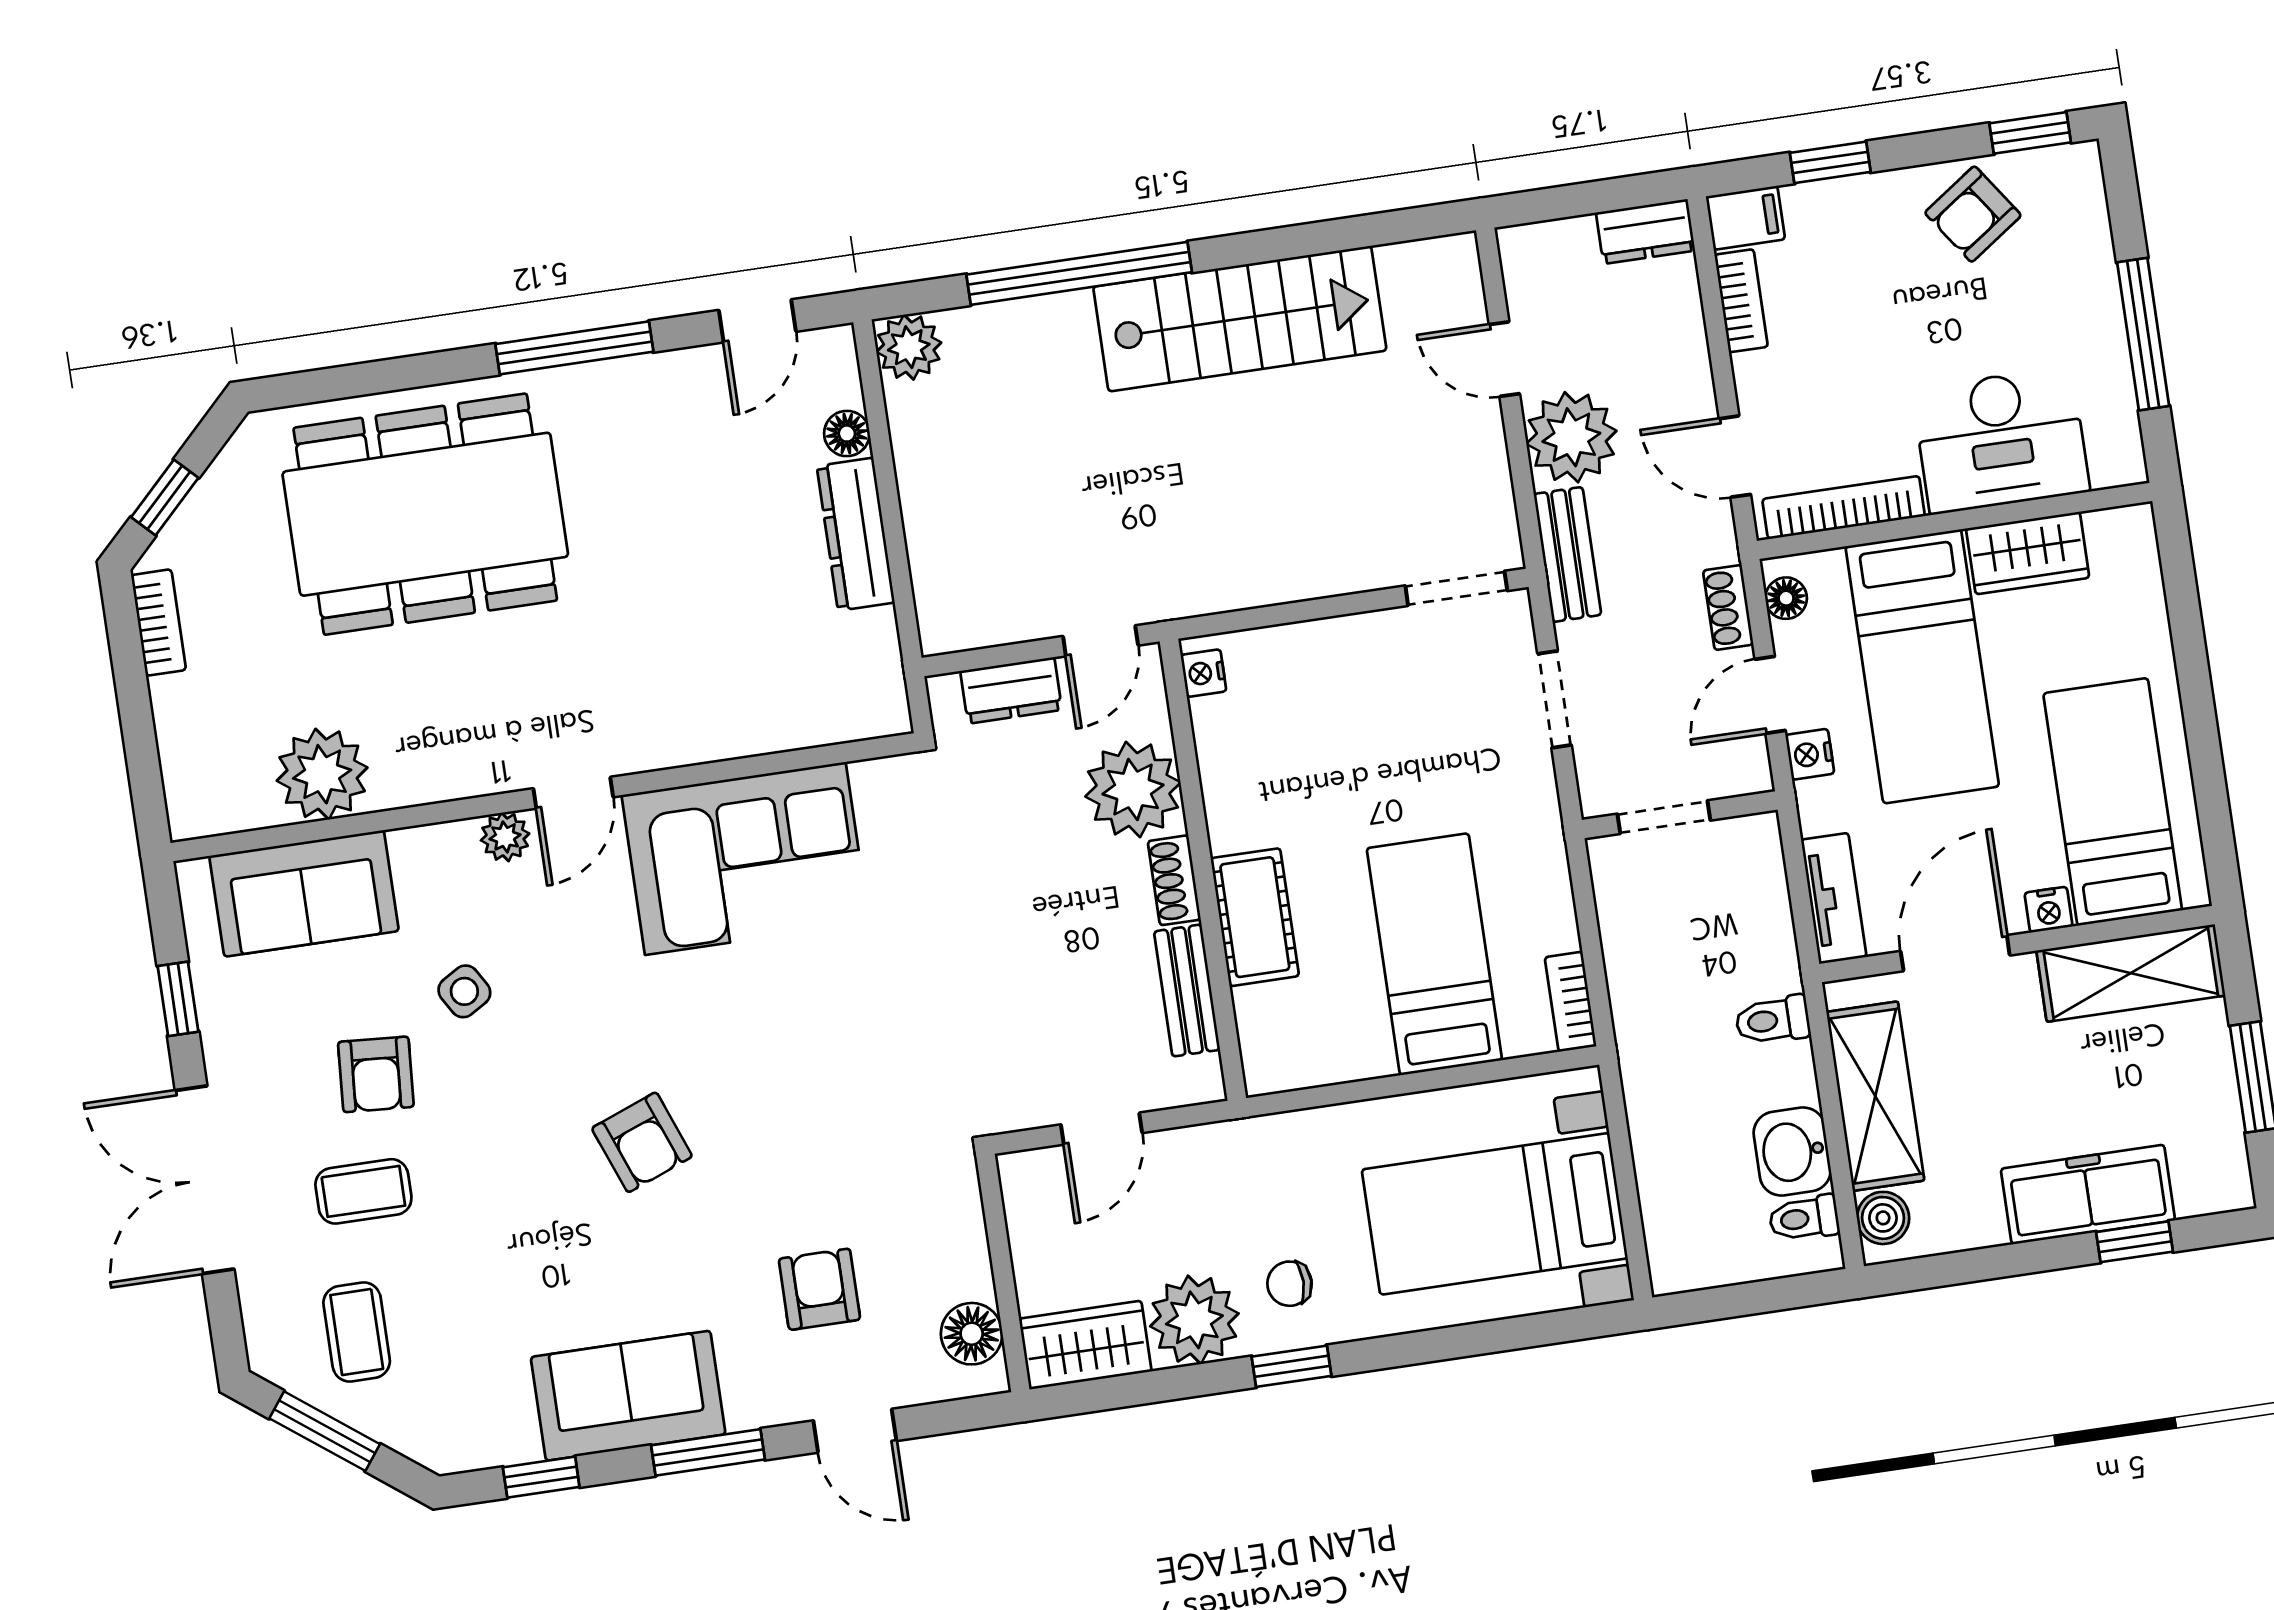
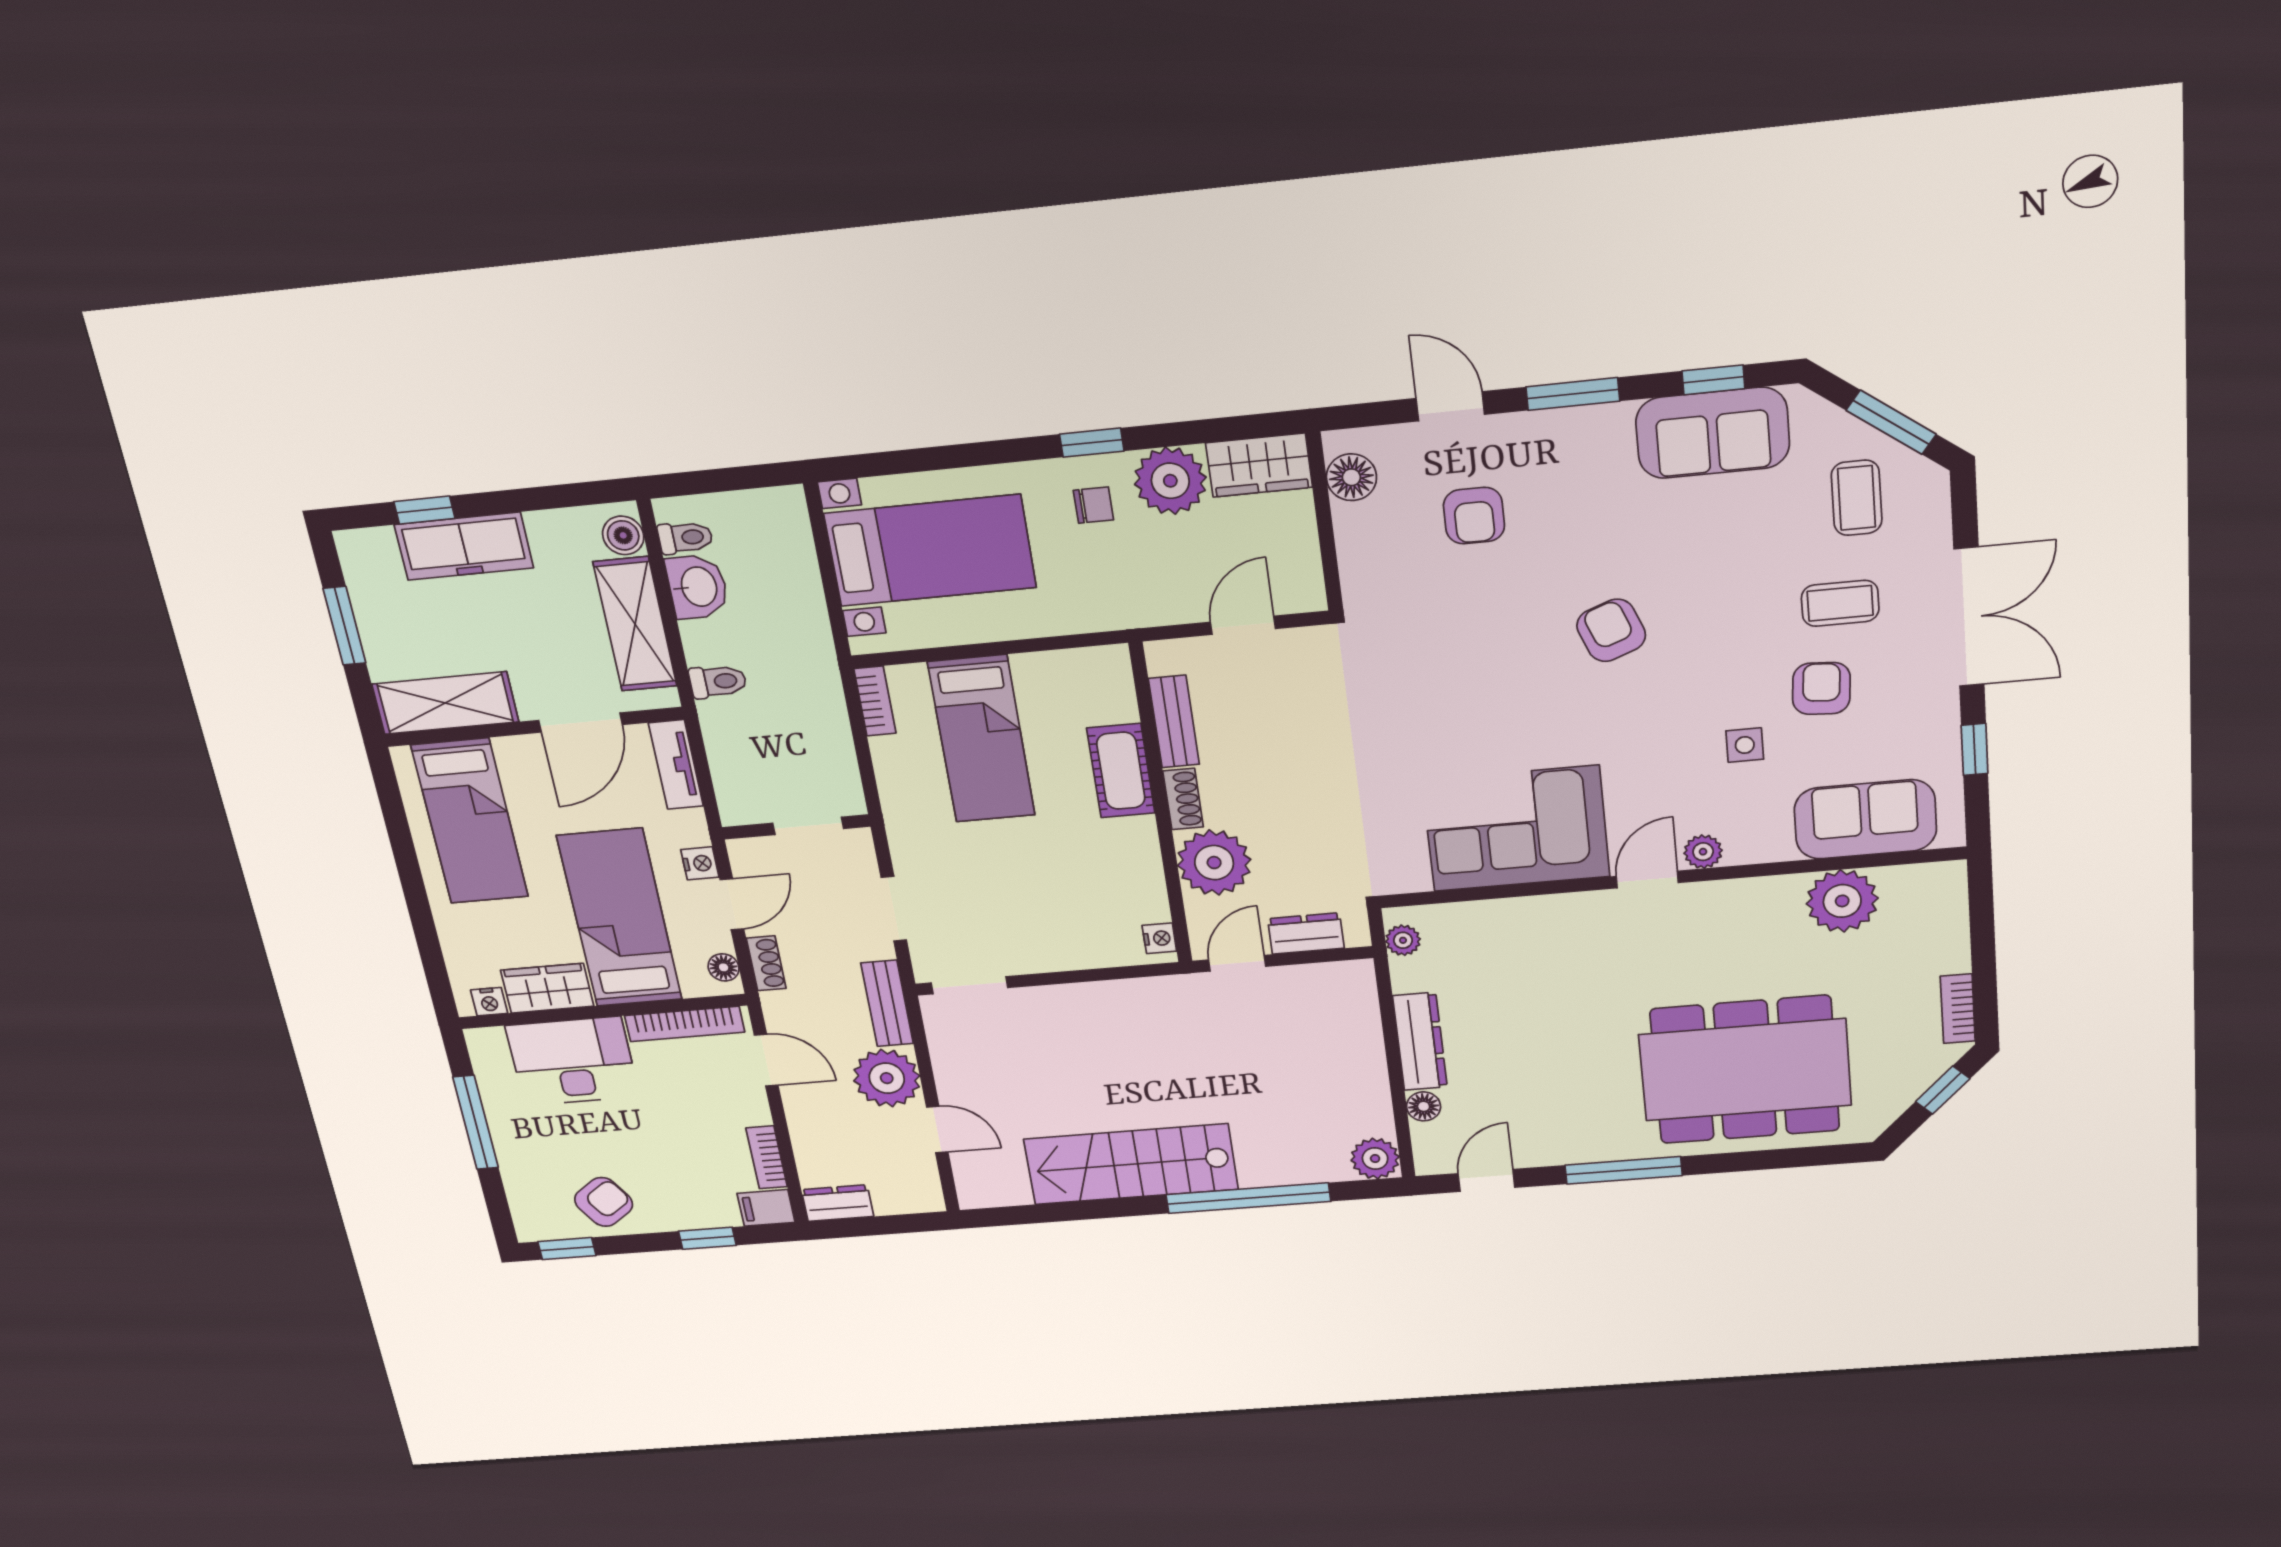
plant: (884, 687) -> (1403, 940), added
nightstand: (2048, 910) -> (489, 1002), moved, turned 180
side table: (464, 991) -> (1745, 745), turned 31
sofa: (628, 1396) -> (1713, 433), moved

